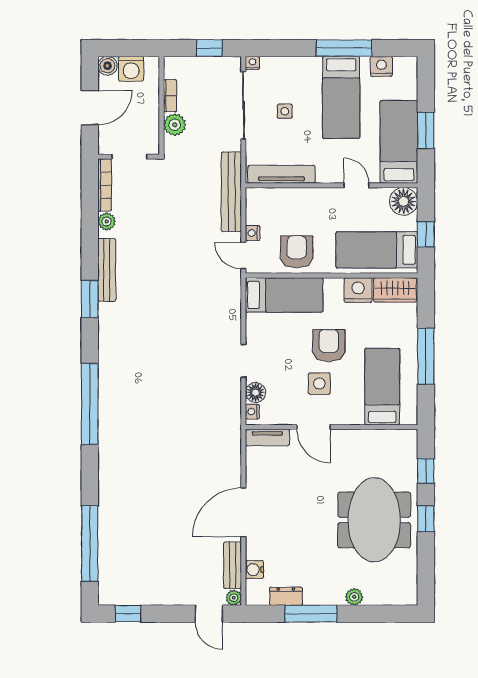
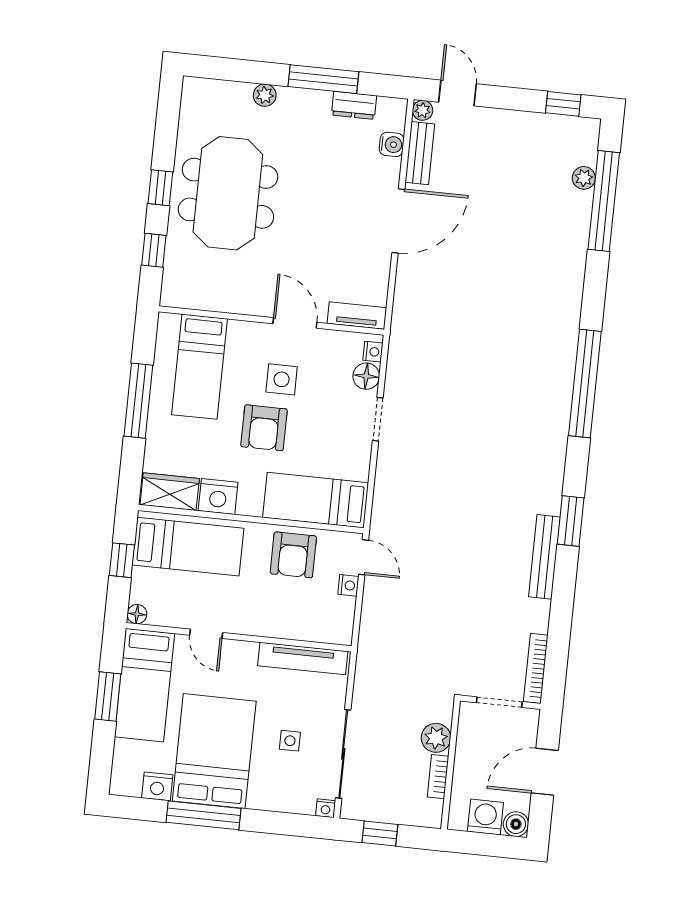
bed: (341, 97) -> (214, 751), width x1.50
bench: (231, 192) -> (371, 642), removed
floor lamp: (404, 201) -> (137, 614), width x0.53, depth x0.53
plant: (107, 221) -> (584, 178), moved

